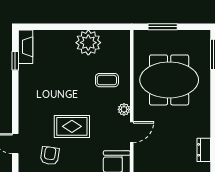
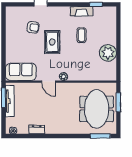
fireplace: (26, 47) -> (82, 11), moved
coffee table: (107, 80) -> (82, 35), moved
meeting table: (169, 80) -> (97, 109), moved

